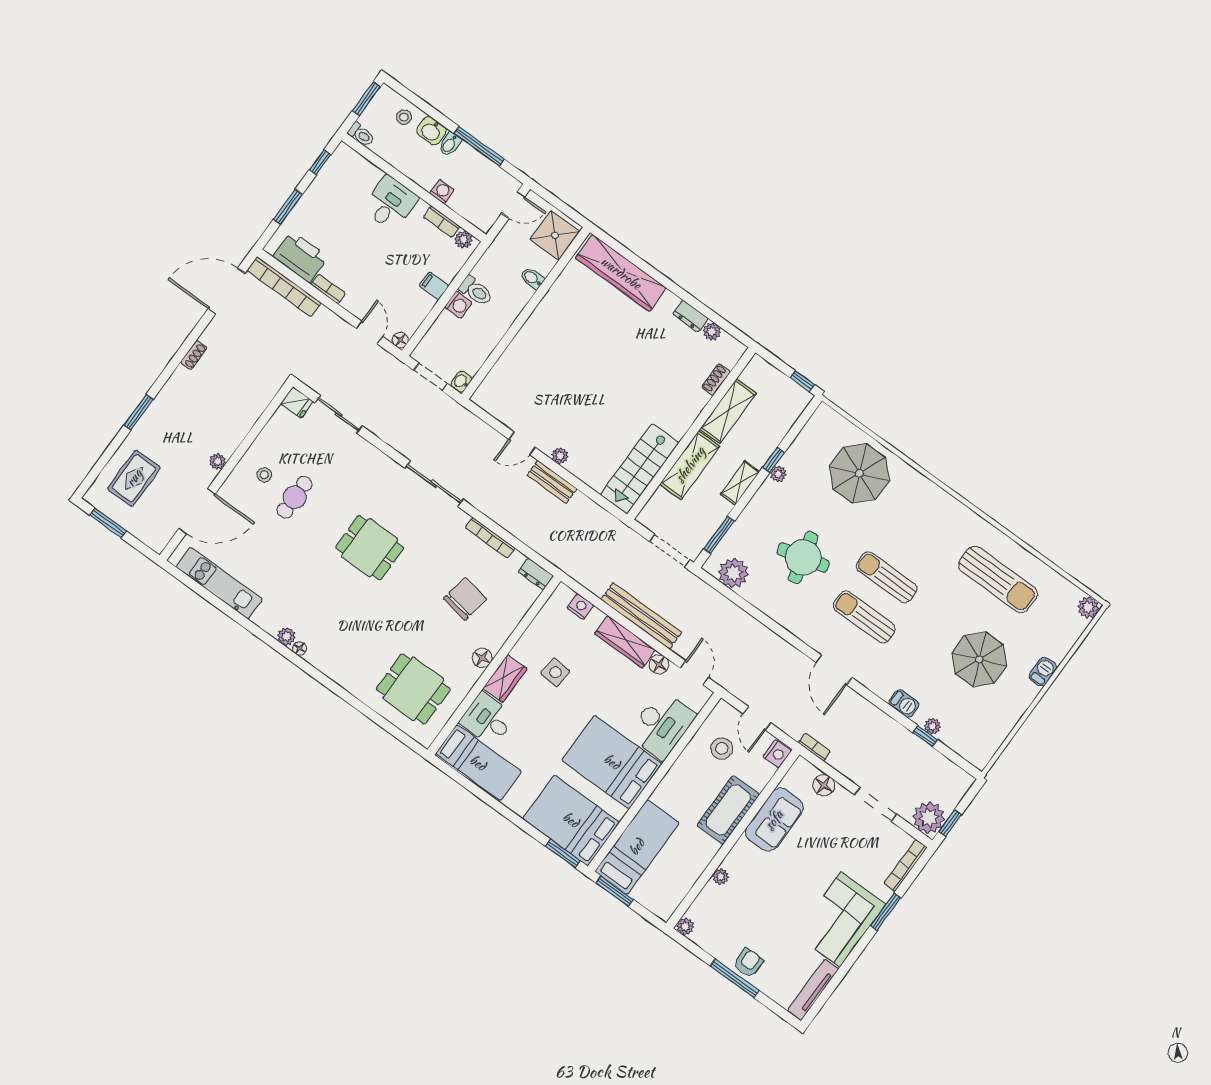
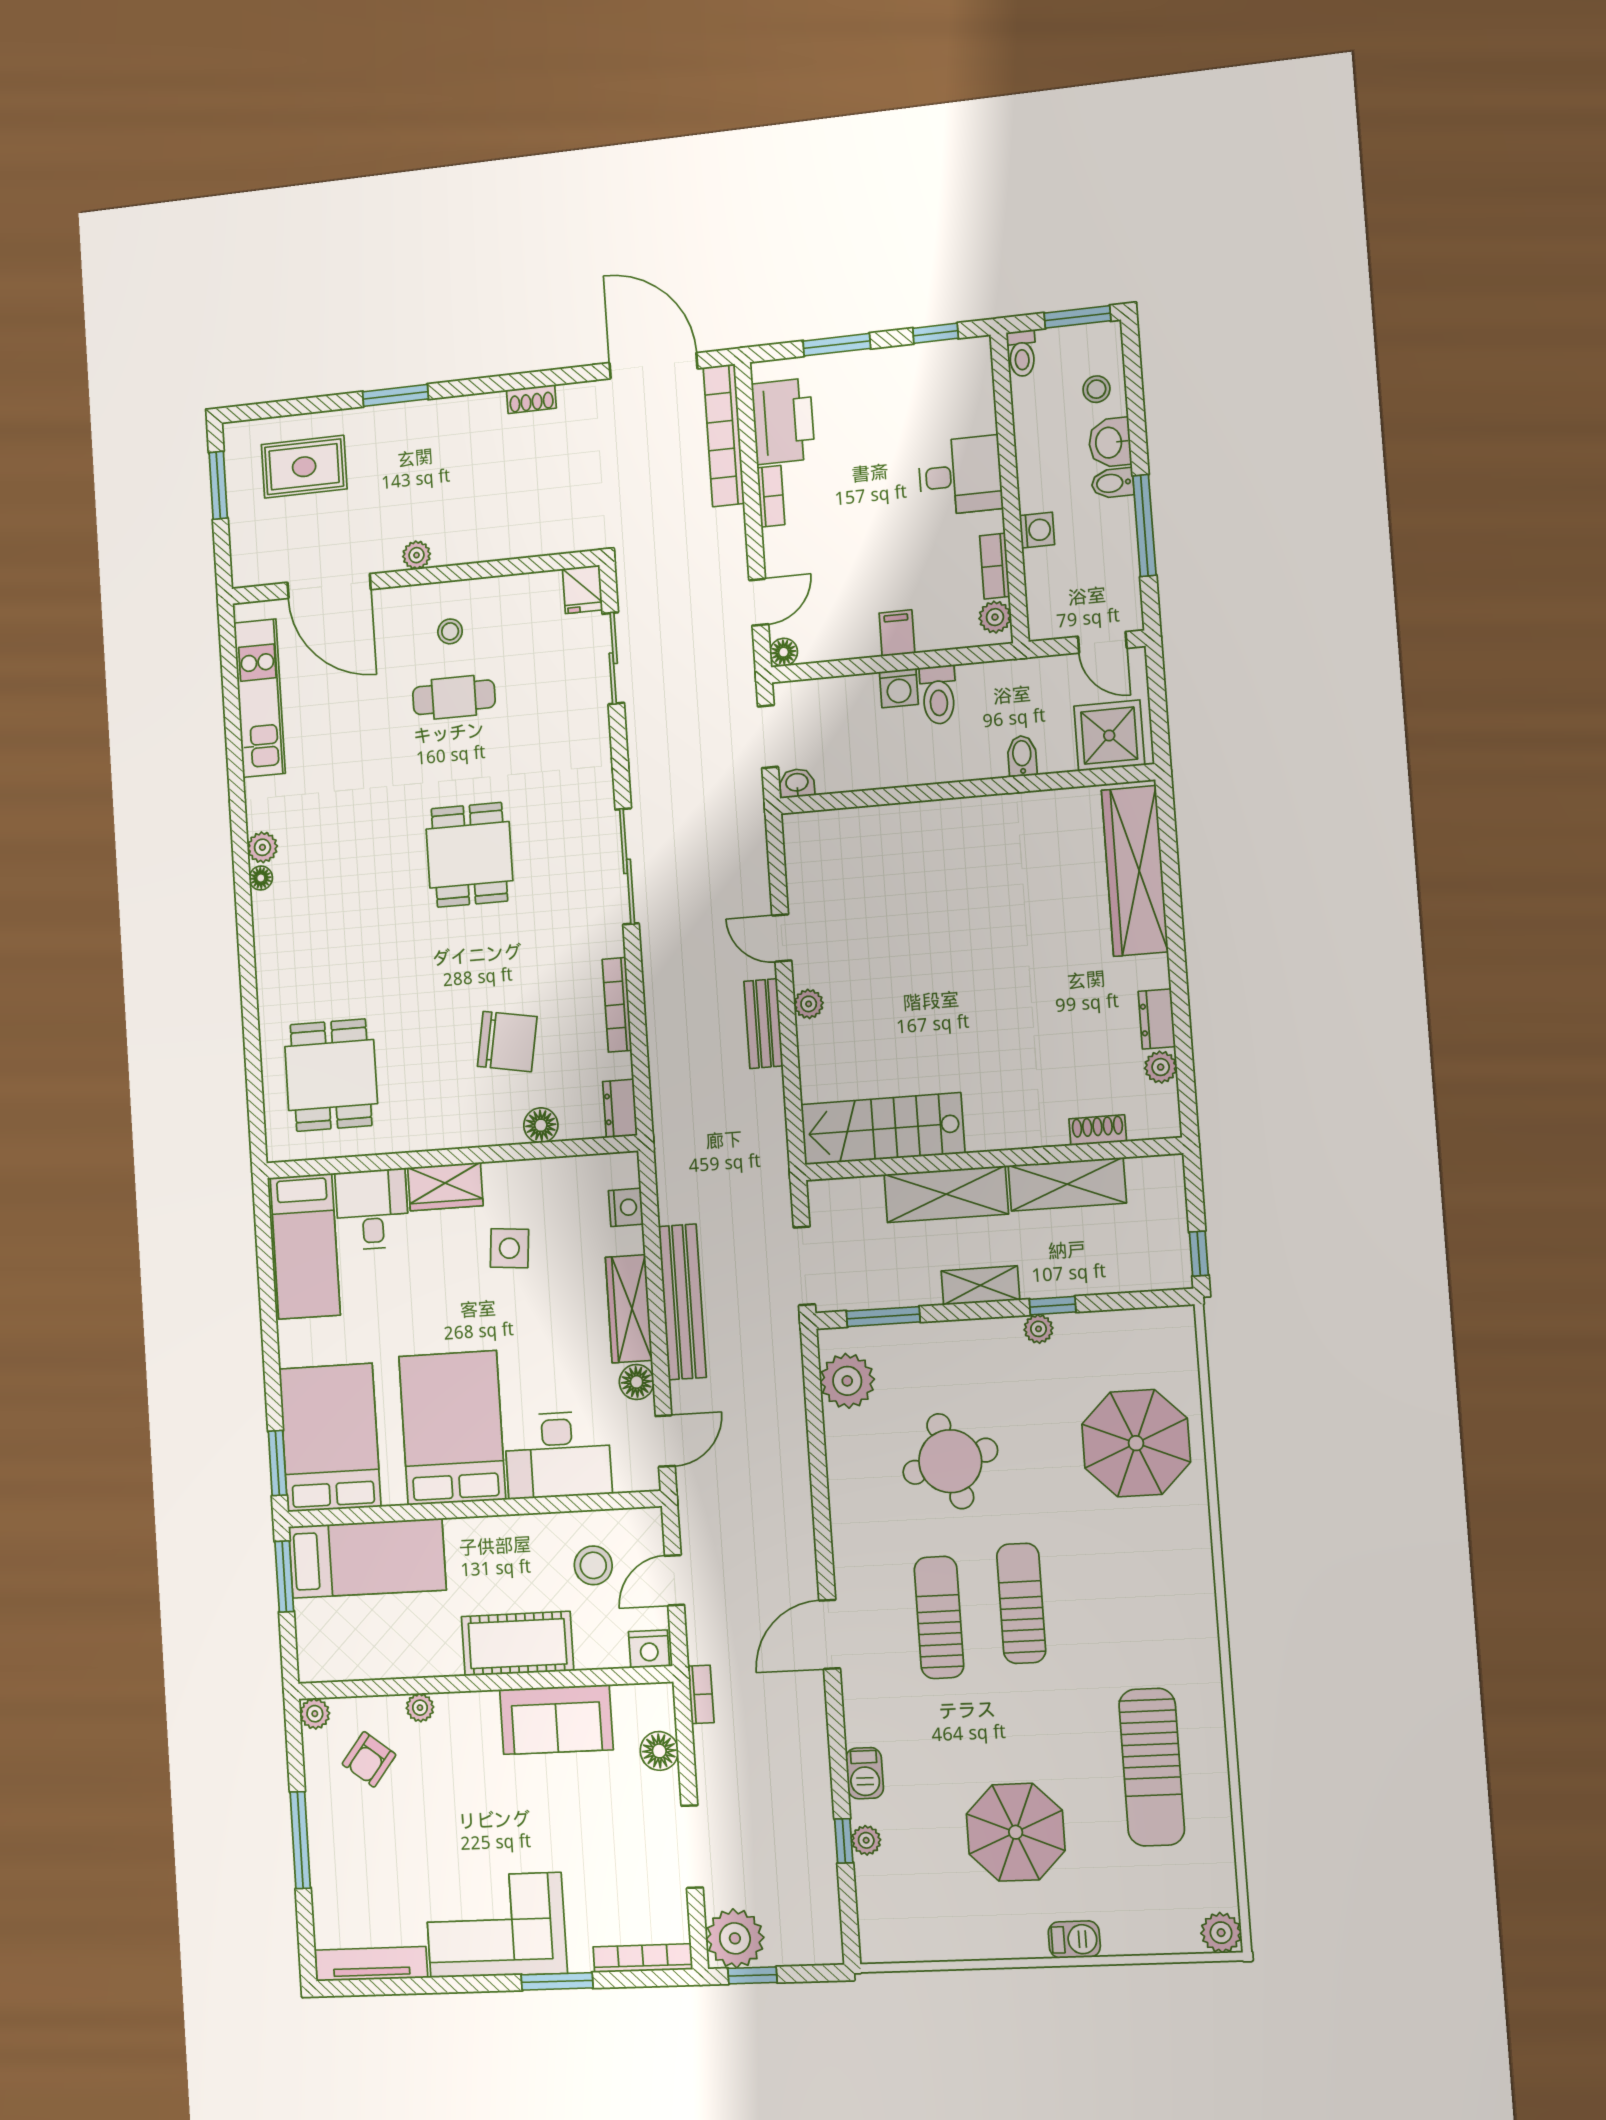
floor lamp: (482, 658) -> (541, 1125), moved
armchair: (748, 963) -> (369, 1759), moved, turned 128

